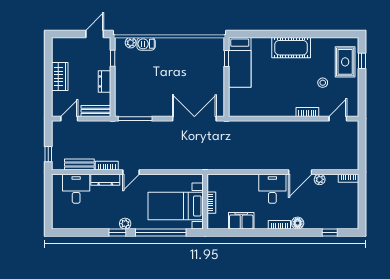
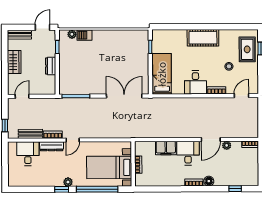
bed: (240, 62) -> (162, 74), moved, turned 180
desk: (282, 102) -> (195, 82), added
bench: (96, 111) -> (19, 35), moved
filing cabinet: (241, 221) -> (166, 148), moved, turned 180

